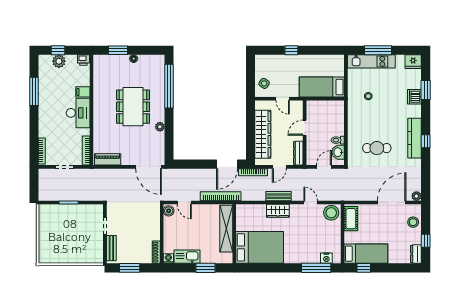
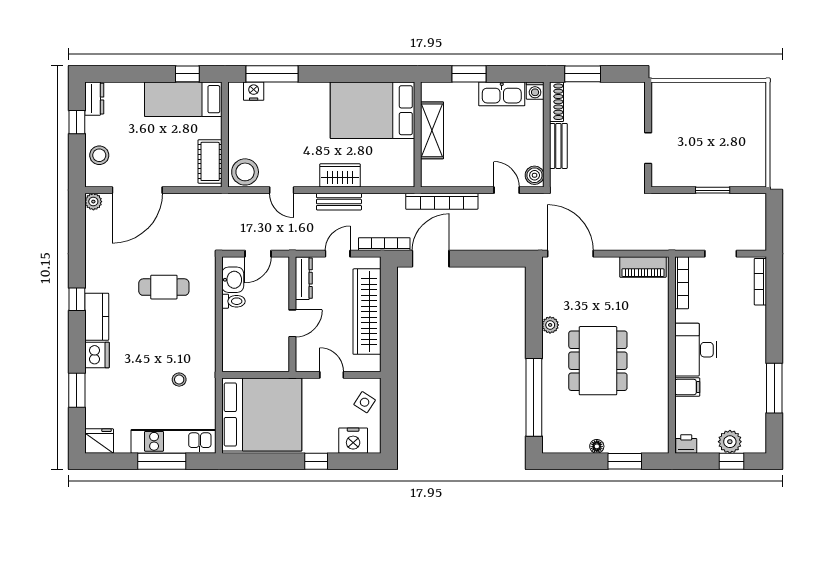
nightstand: (271, 62) -> (353, 441), added
bed: (322, 87) -> (262, 414), width x2.04
dishwasher: (414, 97) -> (97, 355), moved
kitchen counter: (415, 138) -> (97, 317), width x0.67
shelving: (226, 229) -> (432, 130), width x0.68
bench: (111, 248) -> (558, 146), moved
window: (130, 268) -> (583, 74), moved

